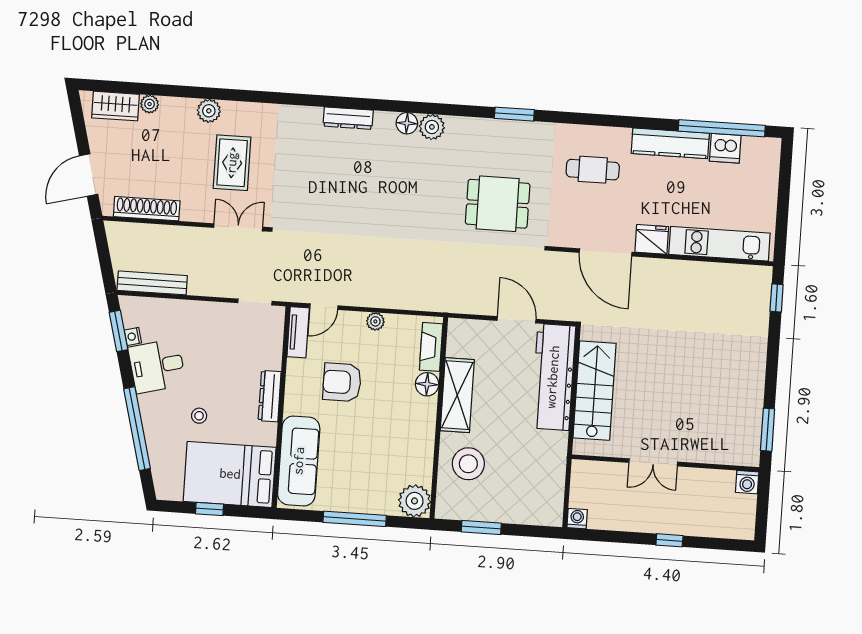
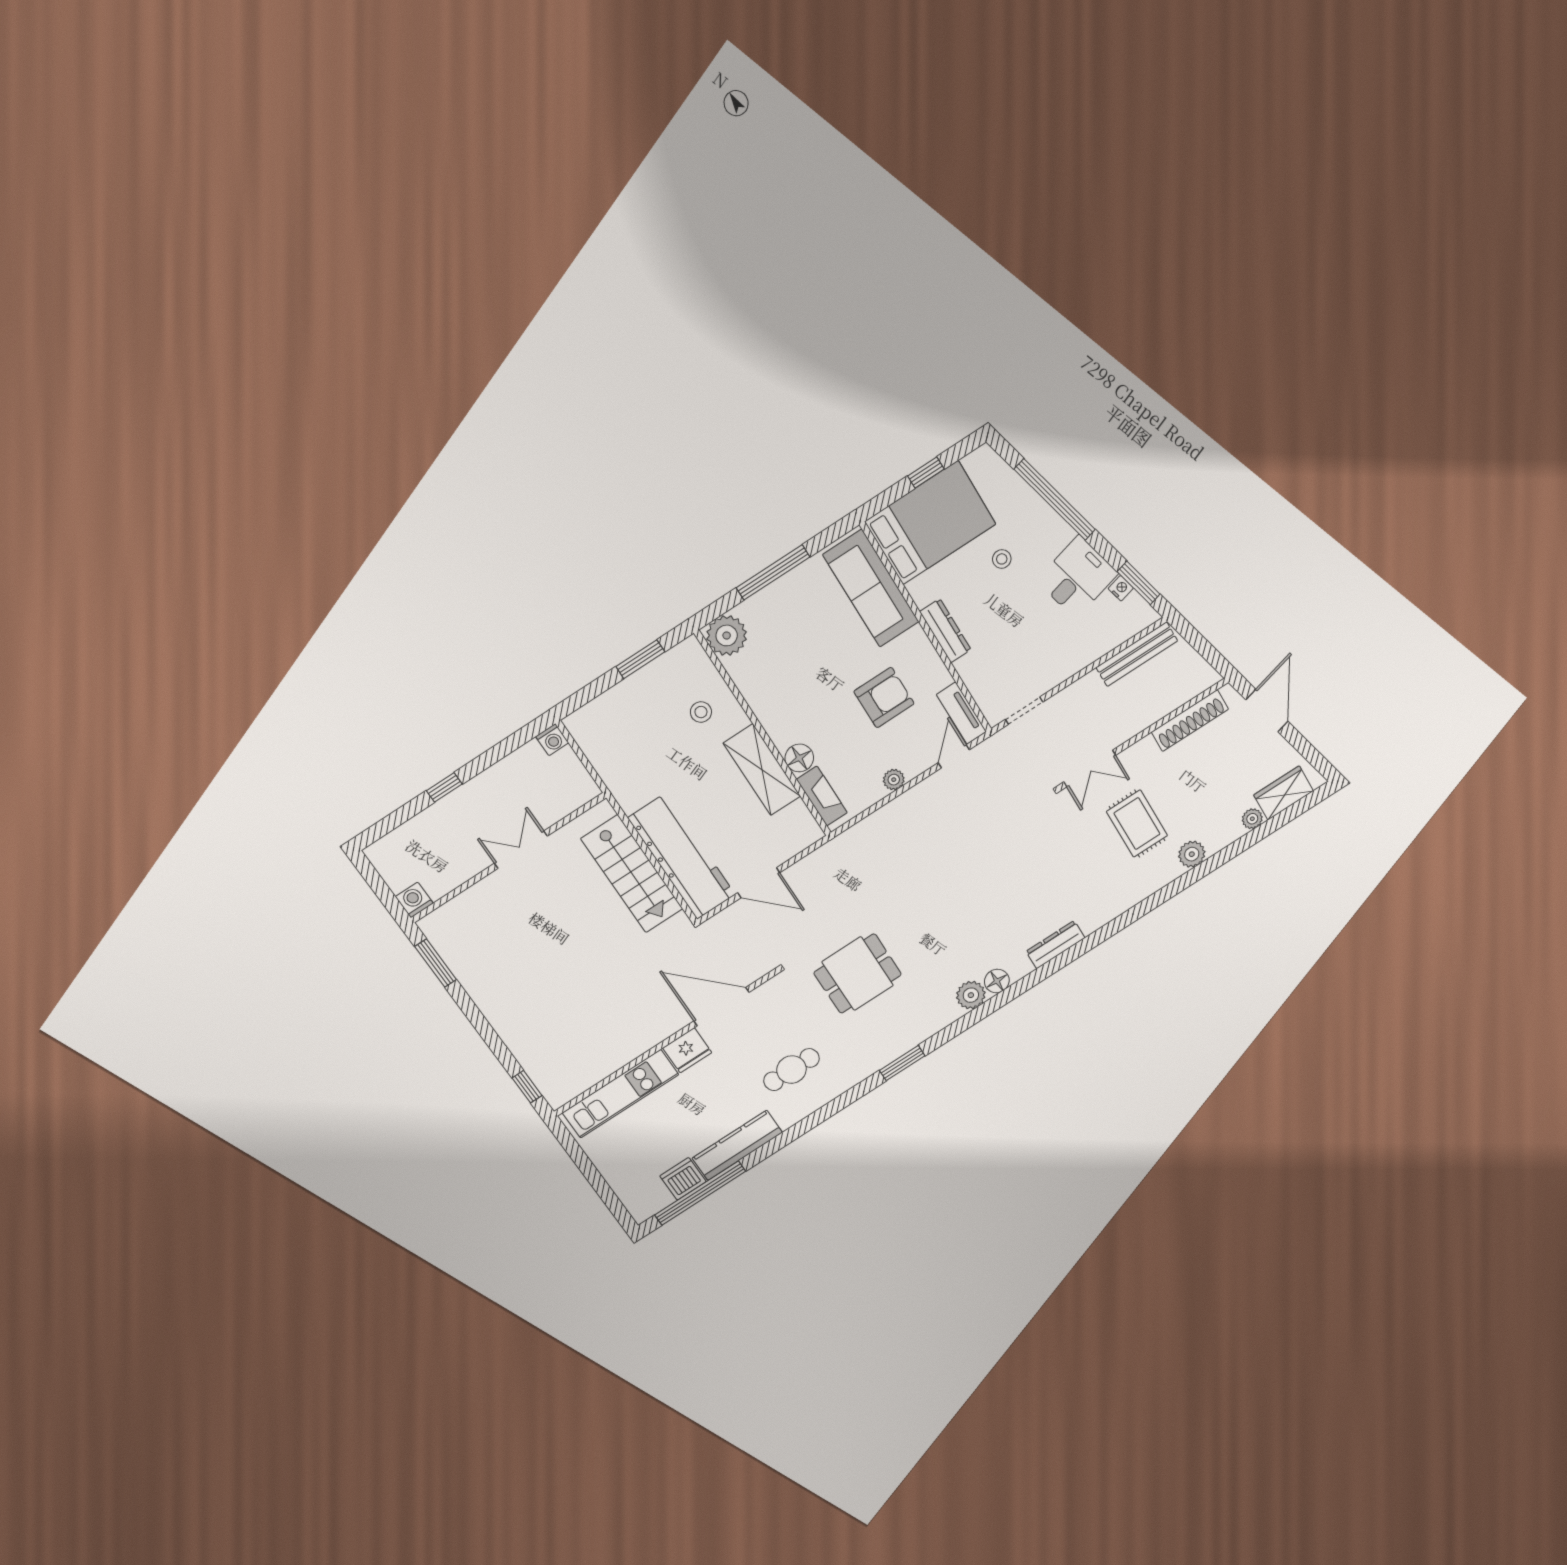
stool: (468, 464) -> (701, 712), width x0.53, depth x0.53

